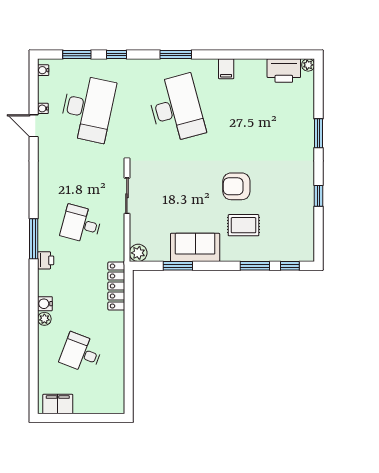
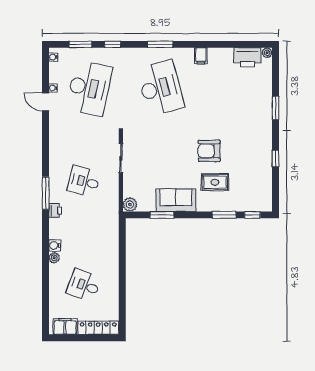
locker: (116, 286) -> (98, 328), moved, turned 90

